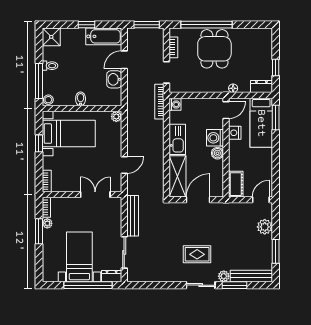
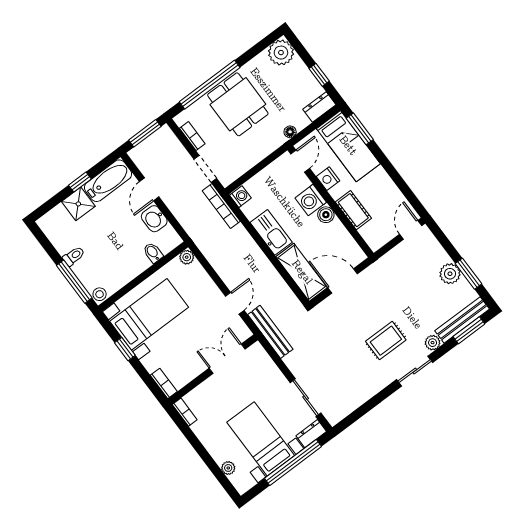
shower: (51, 37) -> (78, 204), moved
plant: (263, 37) -> (281, 53), added
bidet: (81, 99) -> (153, 253), moved
cot: (236, 184) -> (353, 210), moved
door: (198, 200) -> (343, 281), hinge flipped
bench: (133, 216) -> (270, 332), moved
plant: (47, 223) -> (228, 468), moved
plant: (265, 227) -> (450, 274), moved
window: (39, 231) -> (196, 444), removed
window: (234, 285) -> (469, 330), moved

